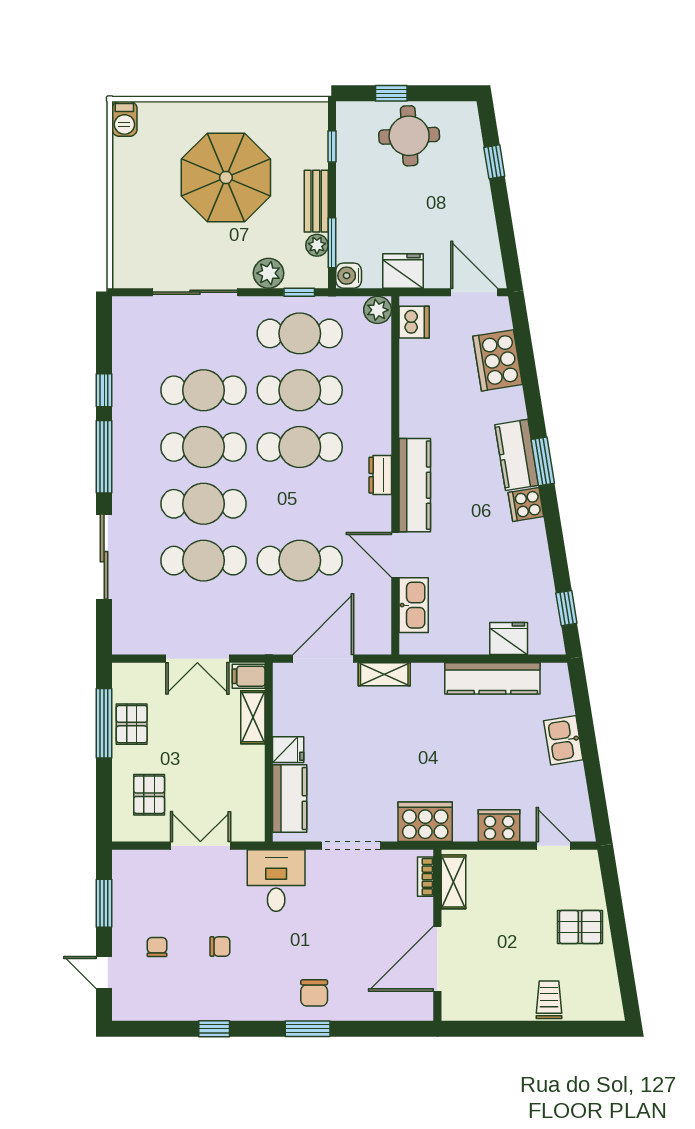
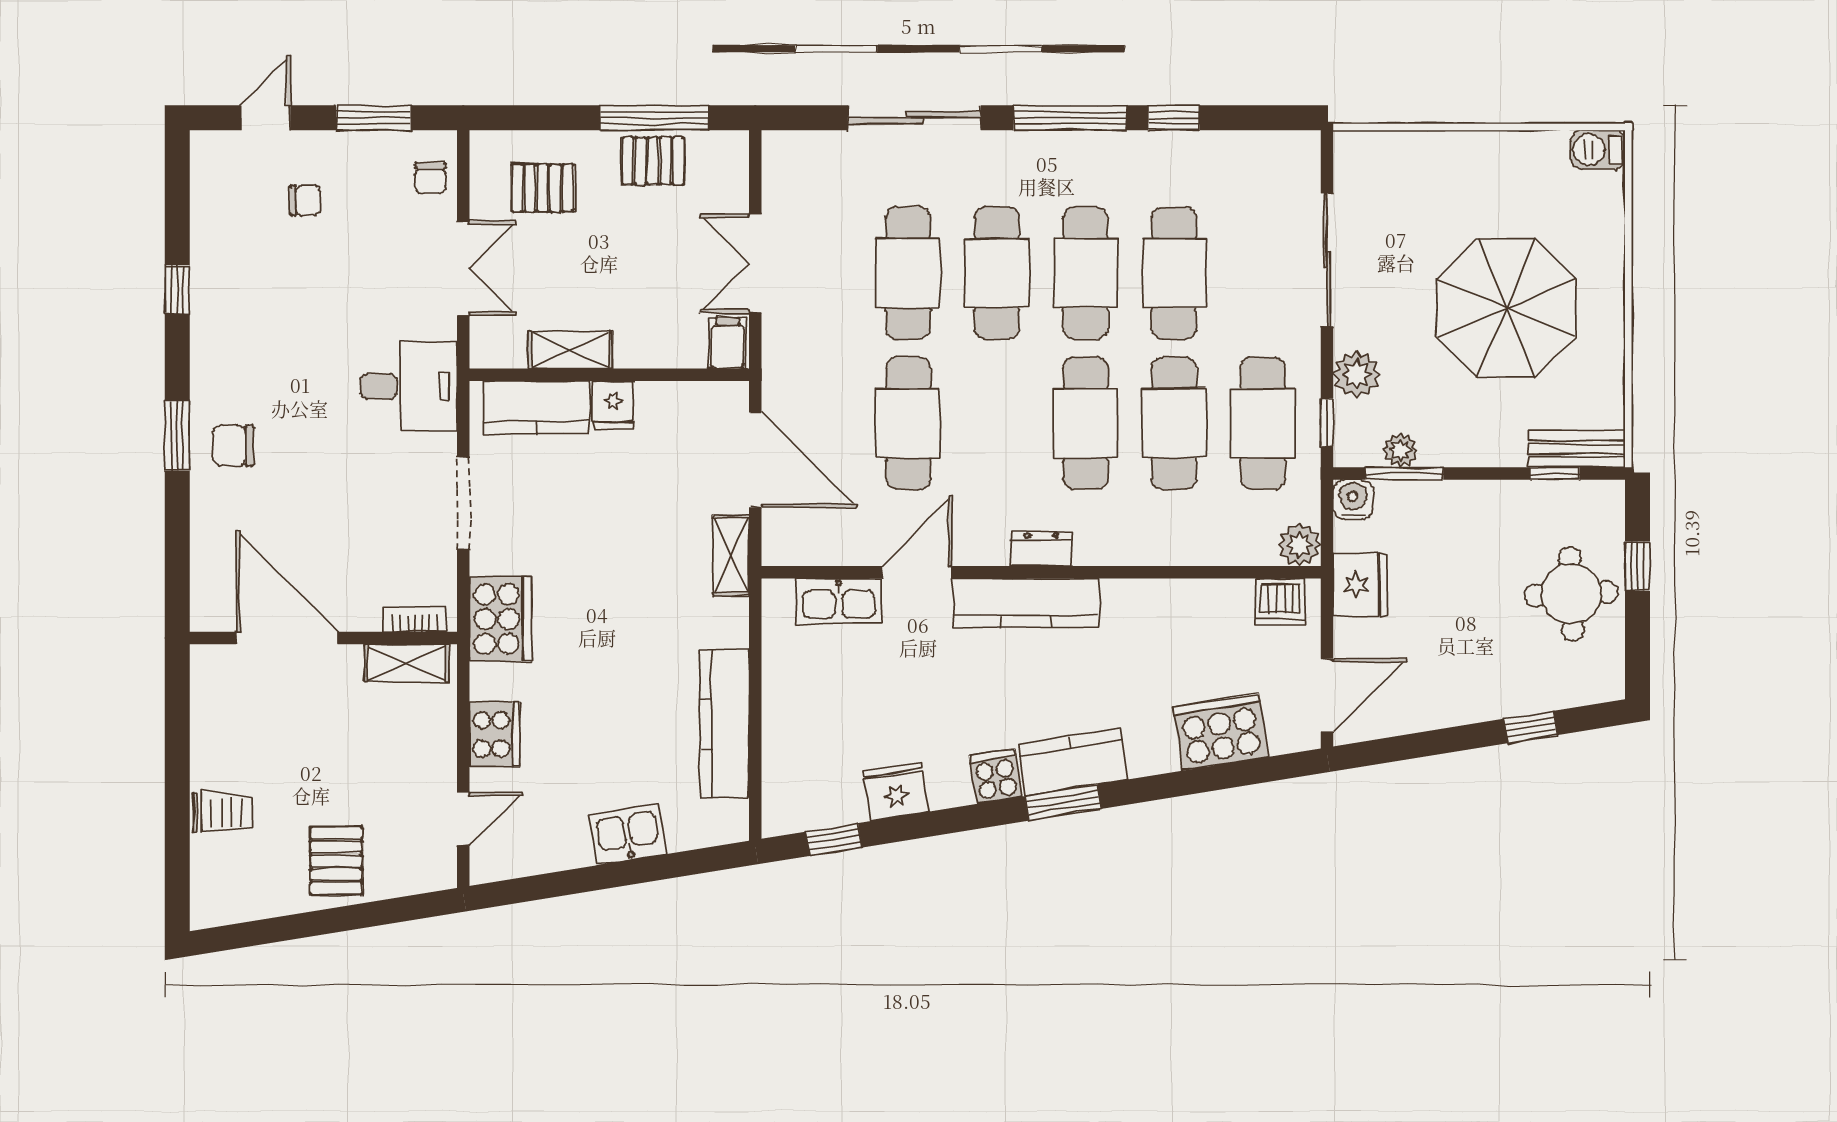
bench: (316, 201) -> (1577, 449), moved
fridge: (509, 638) -> (896, 791), moved, turned -99
shelving: (253, 717) -> (570, 350), moved
chair: (220, 947) -> (430, 178), moved

